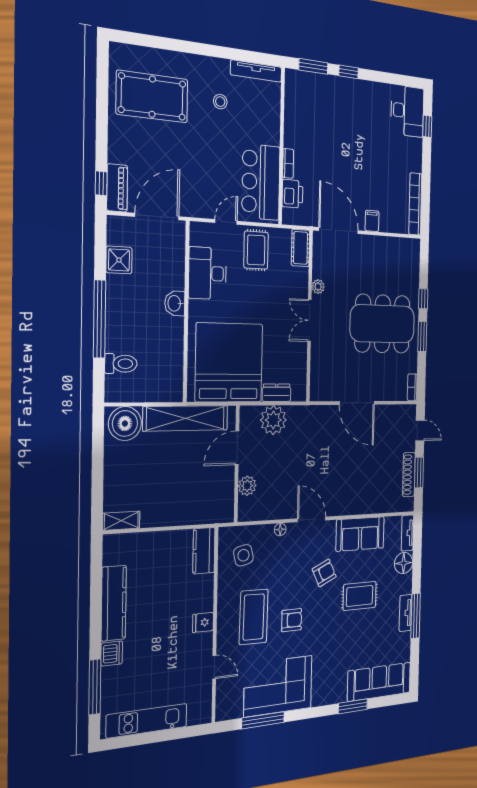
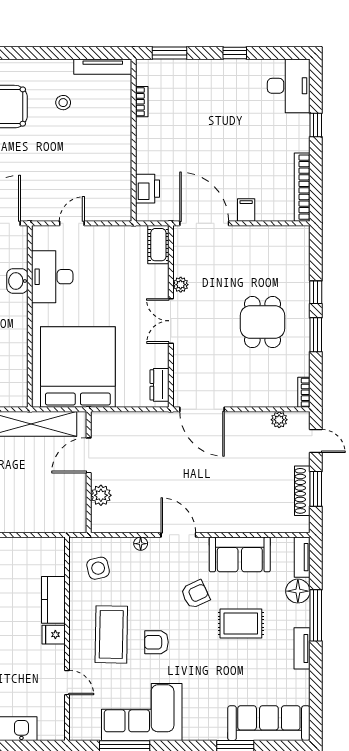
window: (349, 72) -> (235, 53), moved
window: (427, 126) -> (316, 125), moved
bookcase: (288, 163) -> (142, 102), moved
bar counter: (261, 182) -> (110, 180), removed
rug: (256, 250) -> (106, 250), removed
washbasin: (175, 303) -> (17, 281), moved
dining table: (382, 324) -> (263, 322), width x0.53, depth x0.80
dresser: (277, 393) -> (160, 385), moved, turned -90
door: (357, 403) -> (202, 409), moved
plant: (273, 420) -> (279, 420), moved, width x0.53, depth x0.53
kitchen counter: (204, 551) -> (53, 600), moved
window: (416, 616) -> (316, 615), moved
armchair: (292, 620) -> (156, 642), turned 180

